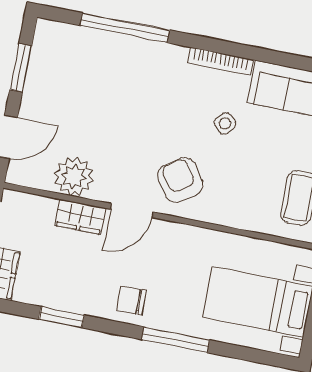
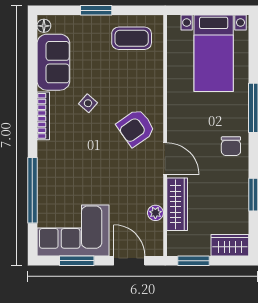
corner sofa: (61, 71) -> (73, 230), added
plant: (74, 177) -> (155, 213), width x0.53, depth x0.53
wardrobe: (80, 217) -> (177, 204), width x1.50

